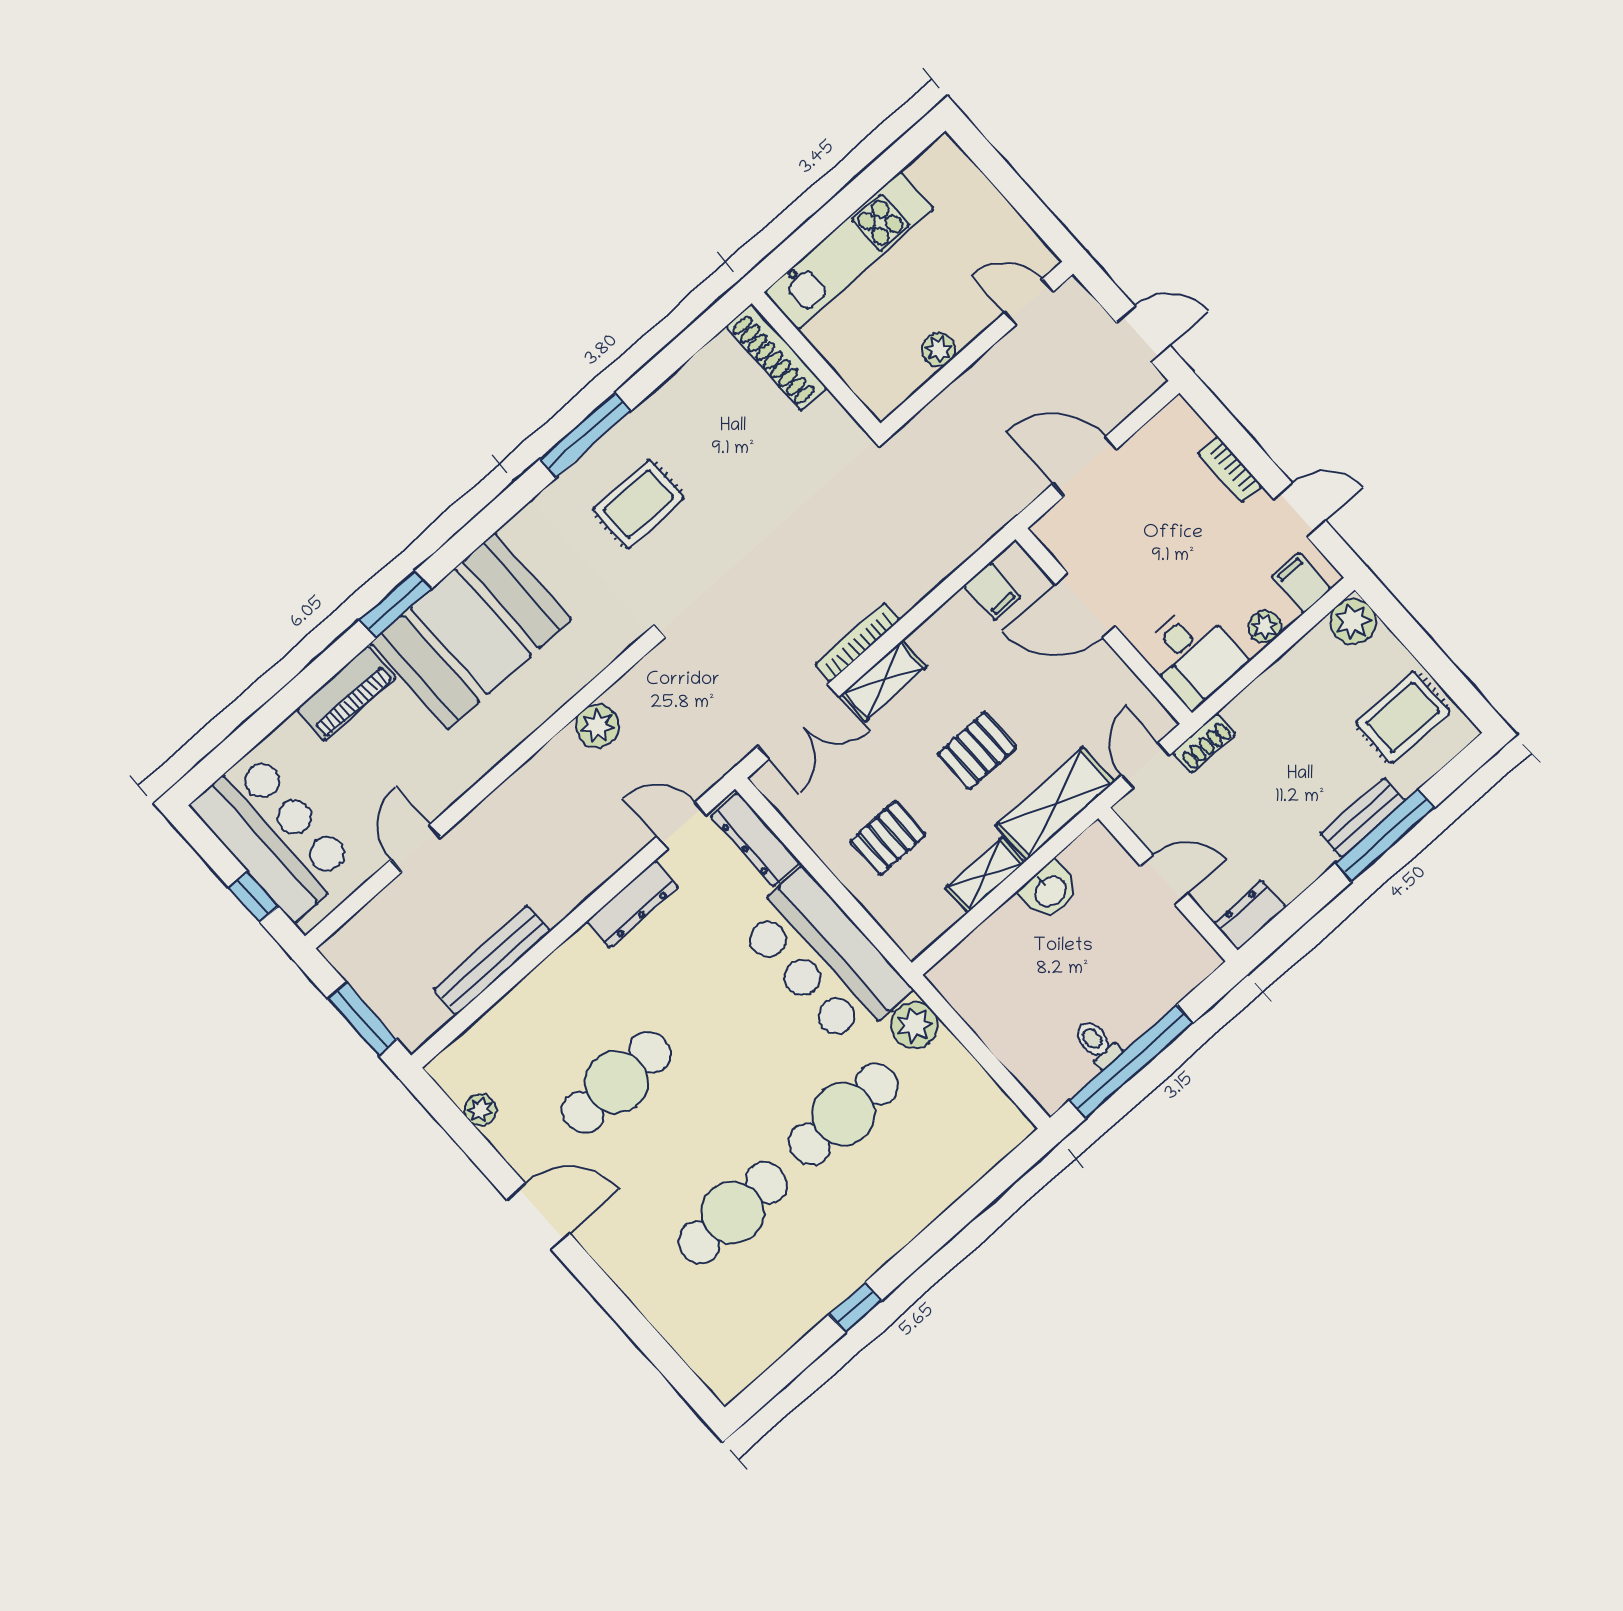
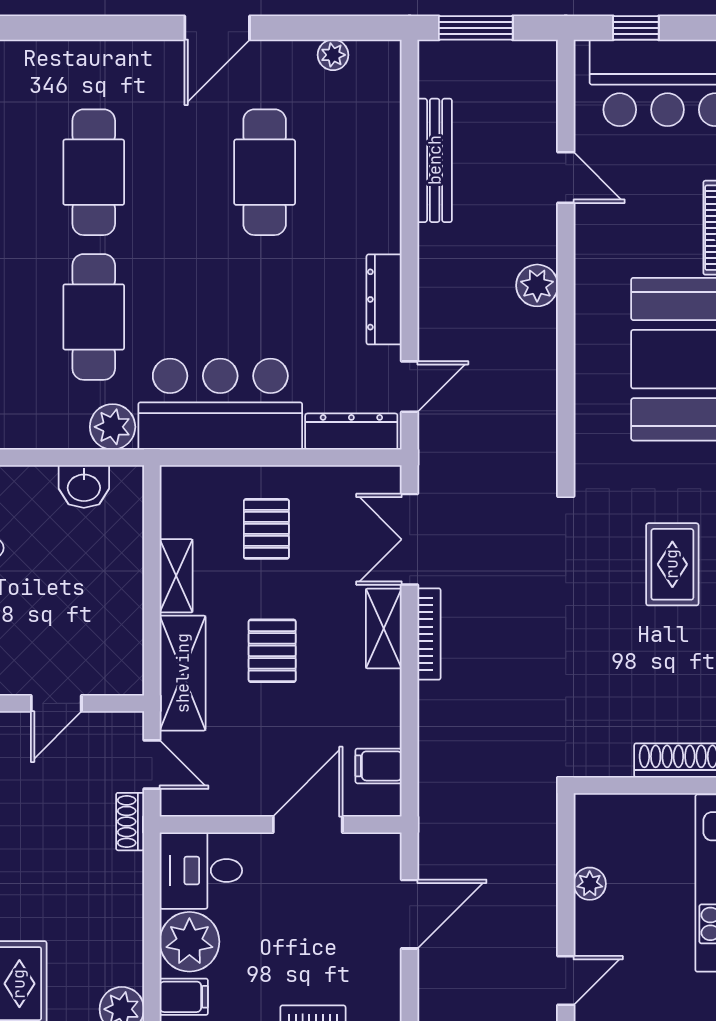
plant: (1265, 627) -> (189, 942), width x1.87, depth x1.87
plant: (597, 726) -> (537, 285), moved
washbasin: (1050, 891) -> (84, 487), moved, turned -90

